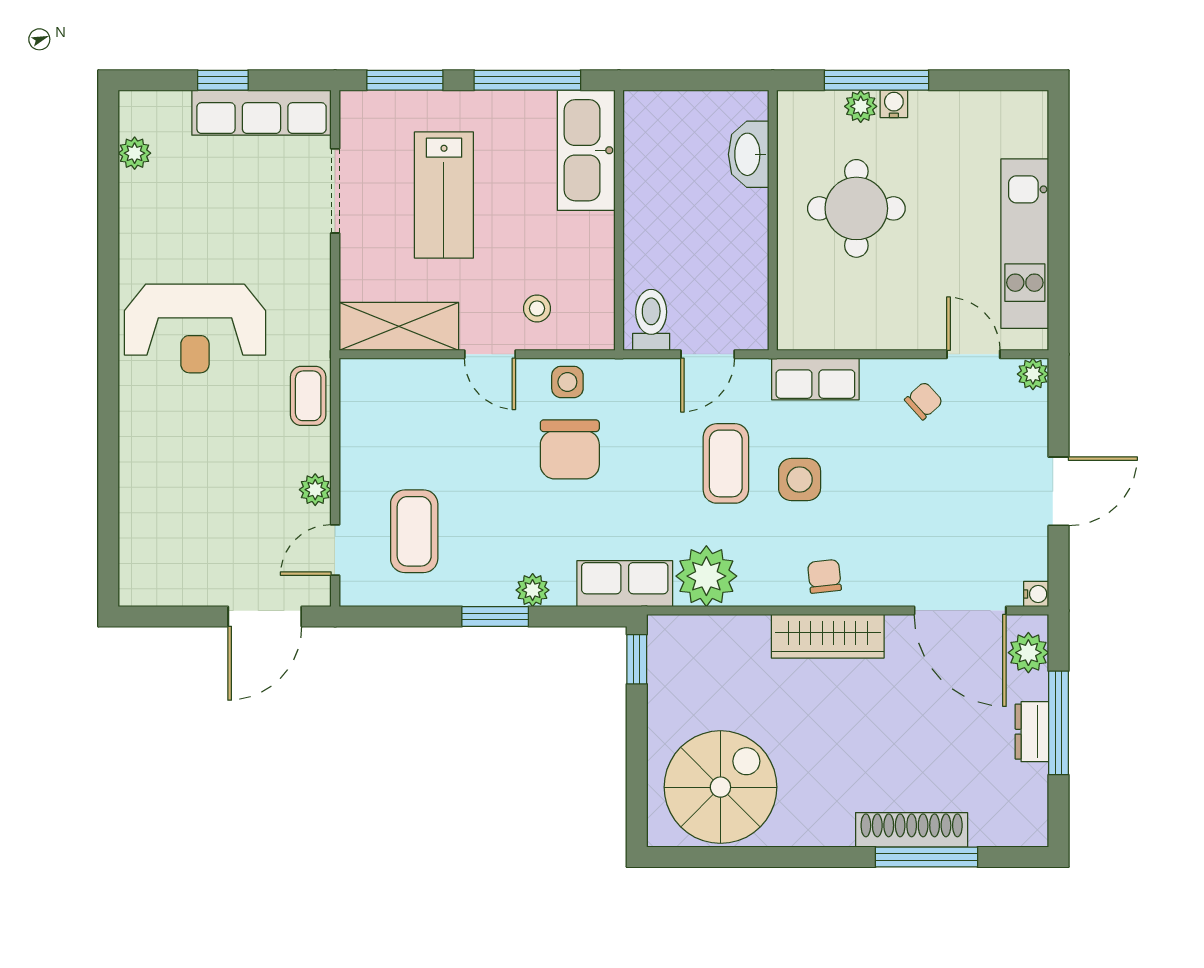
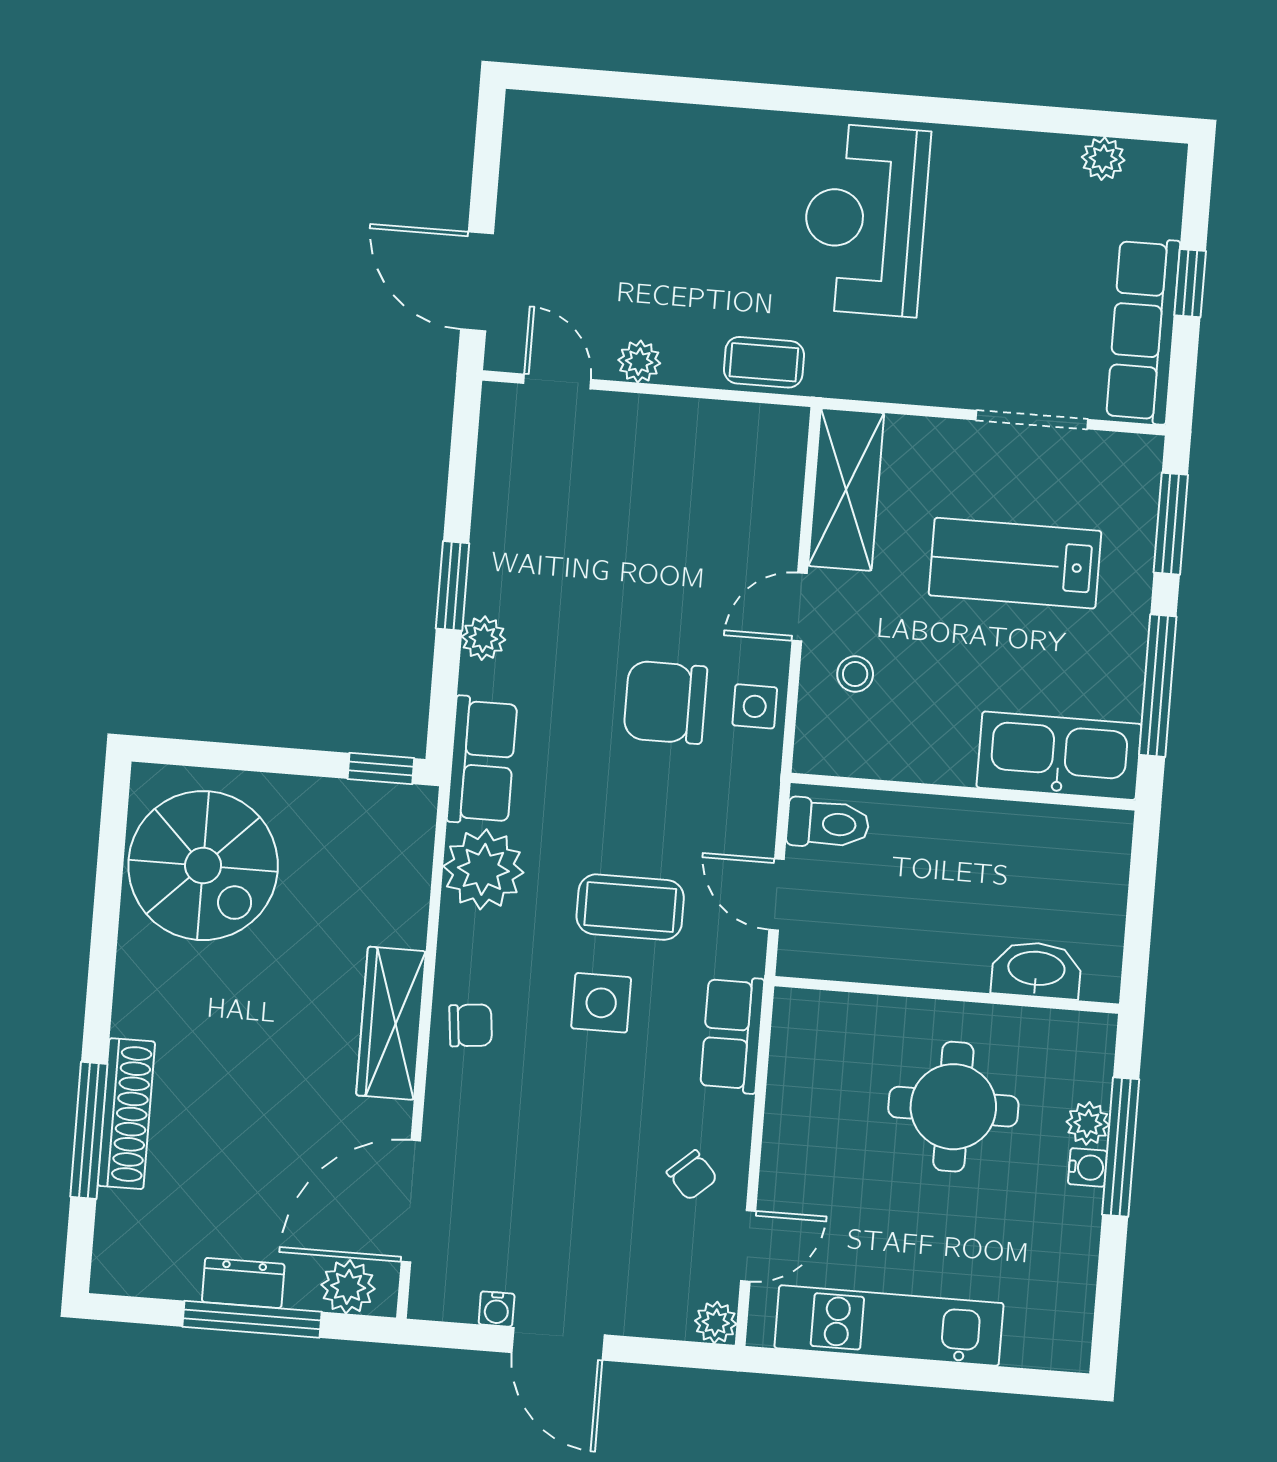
coffee table: (414, 531) -> (574, 488), removed
water cooler: (1036, 594) -> (497, 1309), moved

